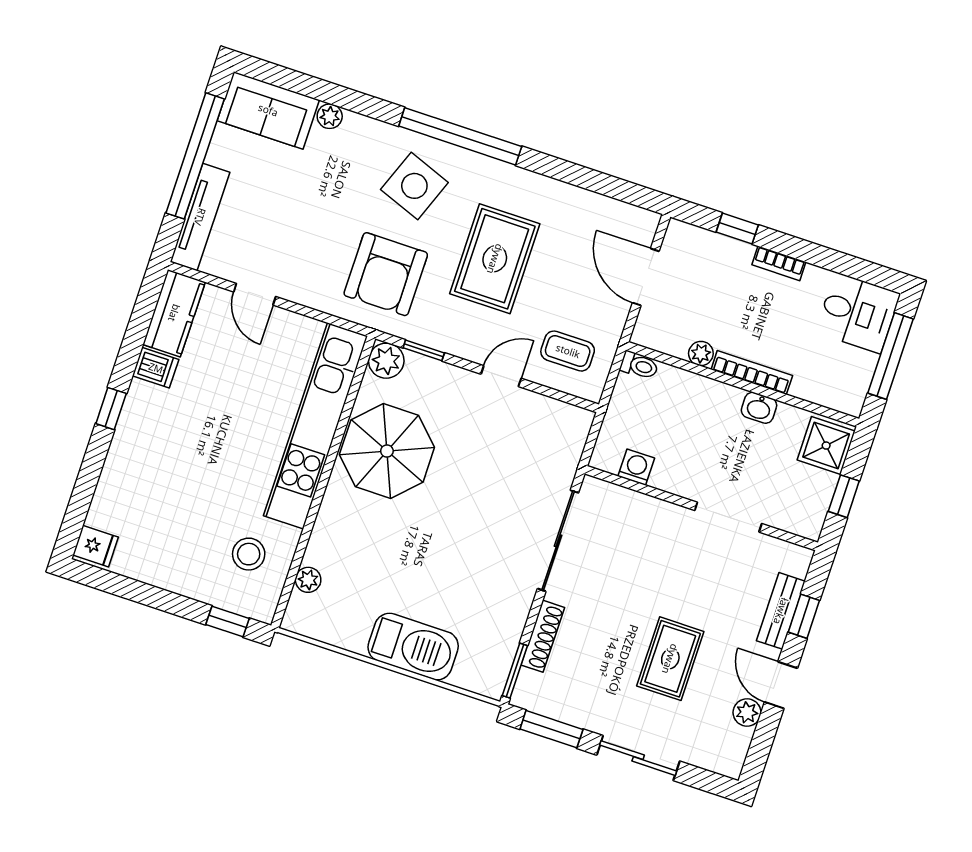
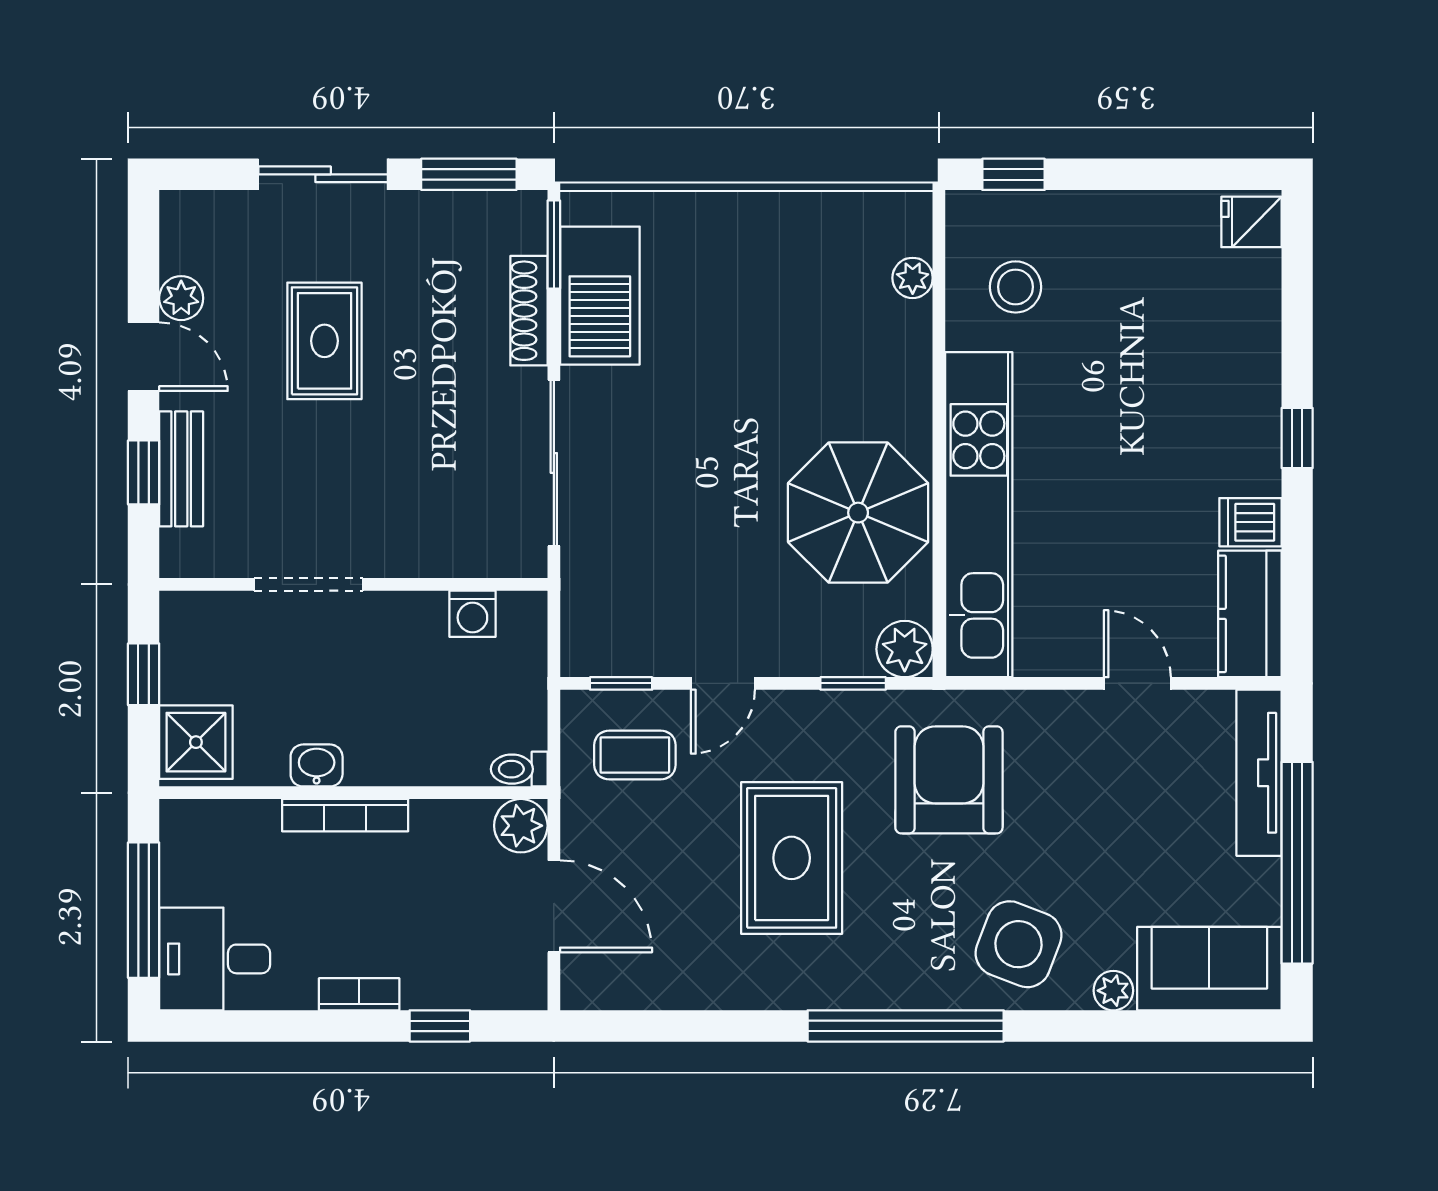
side table: (414, 186) -> (1019, 944), moved
plant: (701, 353) -> (521, 826), moved, width x1.38, depth x1.38
window: (562, 396) -> (621, 683), added
barbecue: (413, 647) -> (600, 296), moved, turned -90

